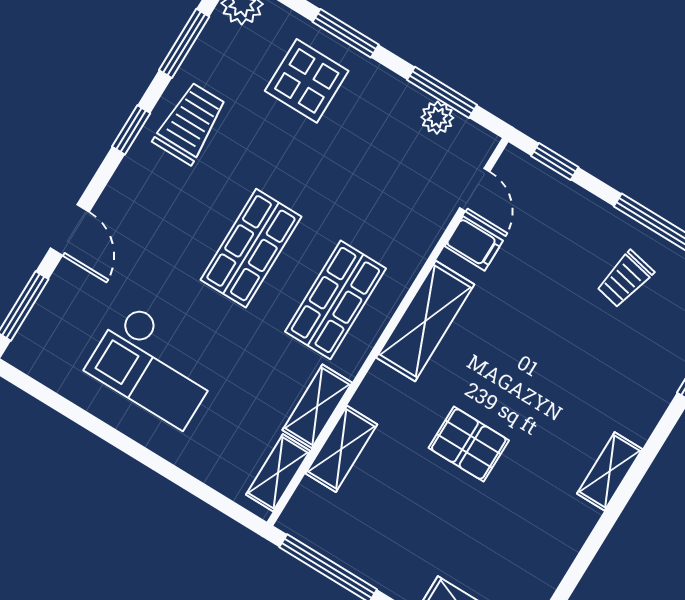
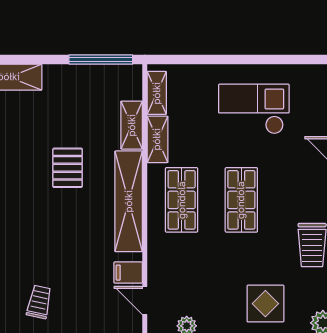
shelving: (425, 321) -> (129, 201), width x1.47
pallet: (469, 444) -> (68, 168), turned 90

